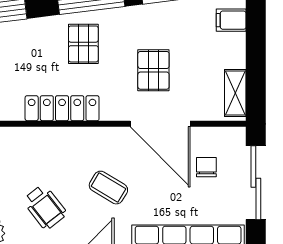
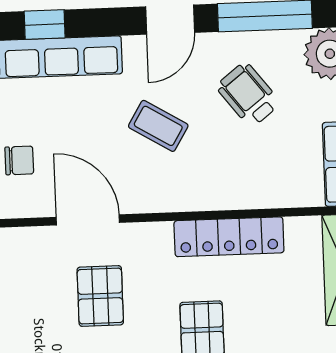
door: (160, 124) -> (88, 220), width x0.73
chair: (206, 167) -> (19, 160), turned -90

